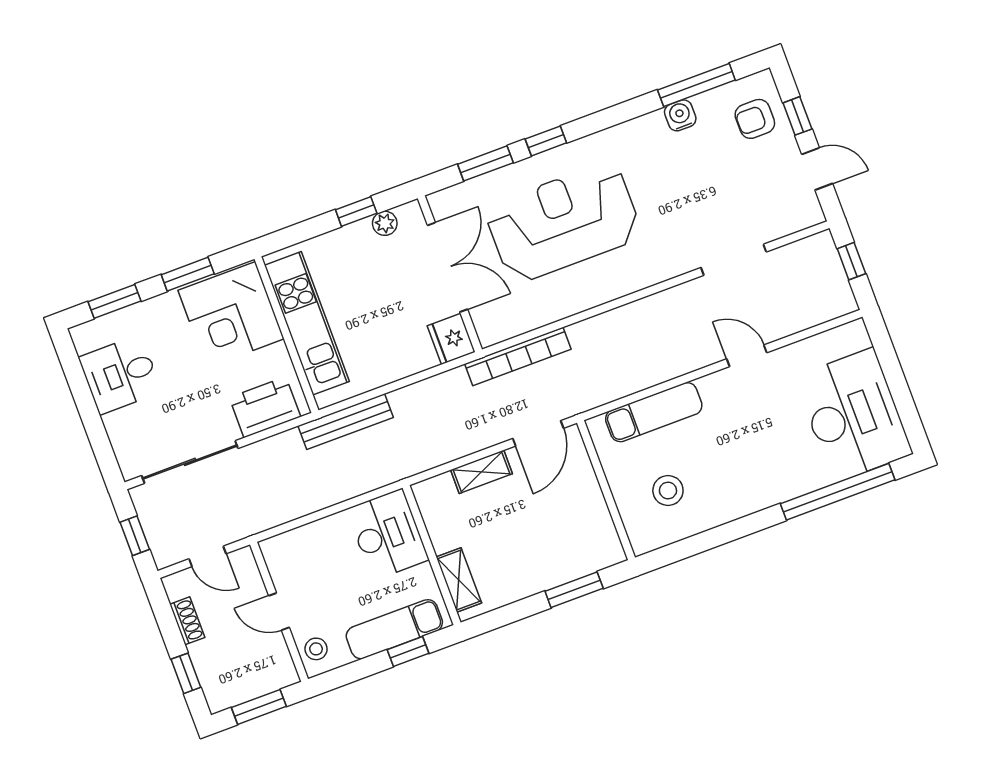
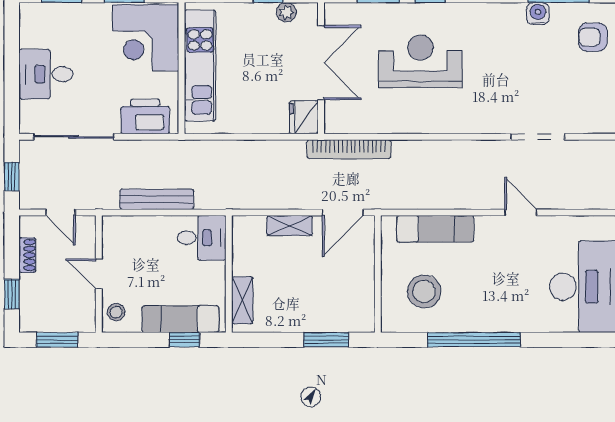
reception desk: (563, 222) -> (420, 61), width x0.74, depth x0.77
desk: (120, 375) -> (46, 74), moved
bench: (346, 422) -> (157, 199), moved
stool: (668, 491) -> (424, 291), width x1.38, depth x1.38
window: (838, 492) -> (474, 340), moved
desk: (388, 534) -> (202, 238), width x0.73

